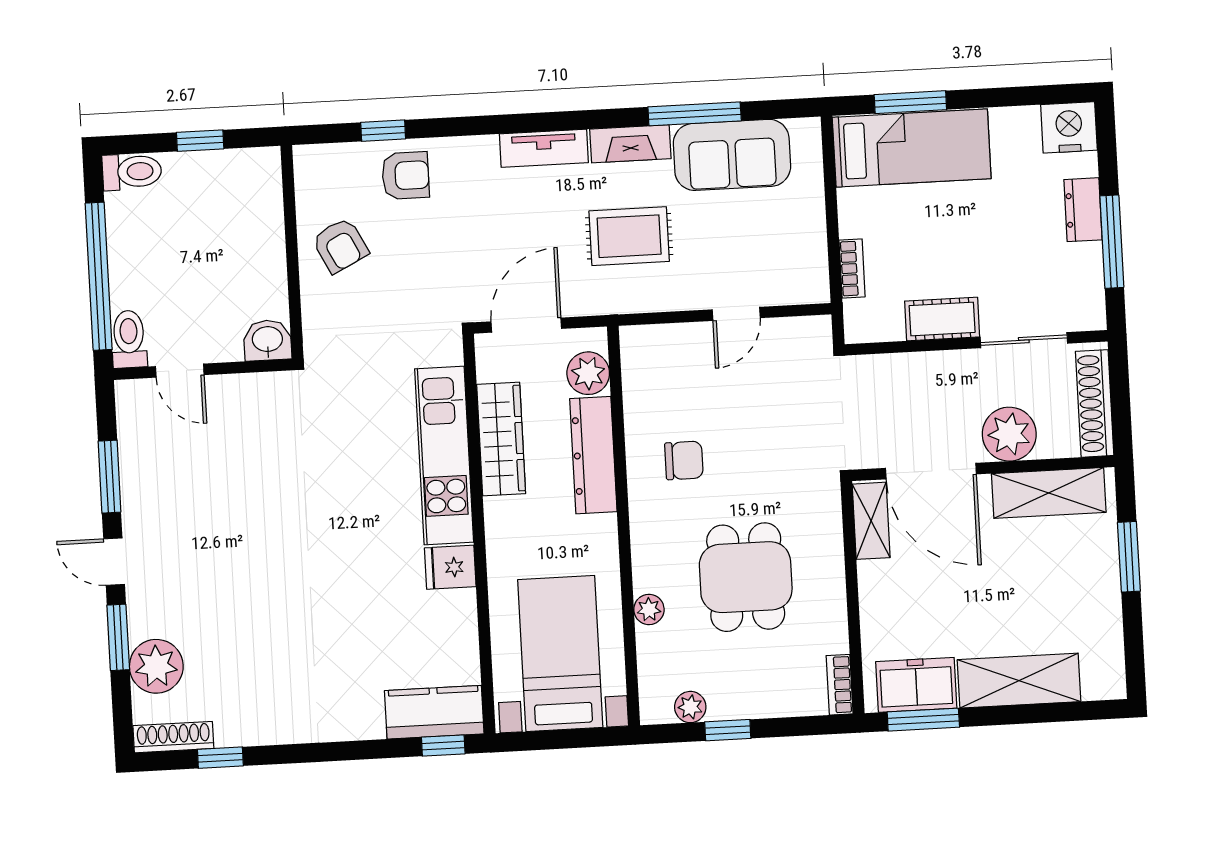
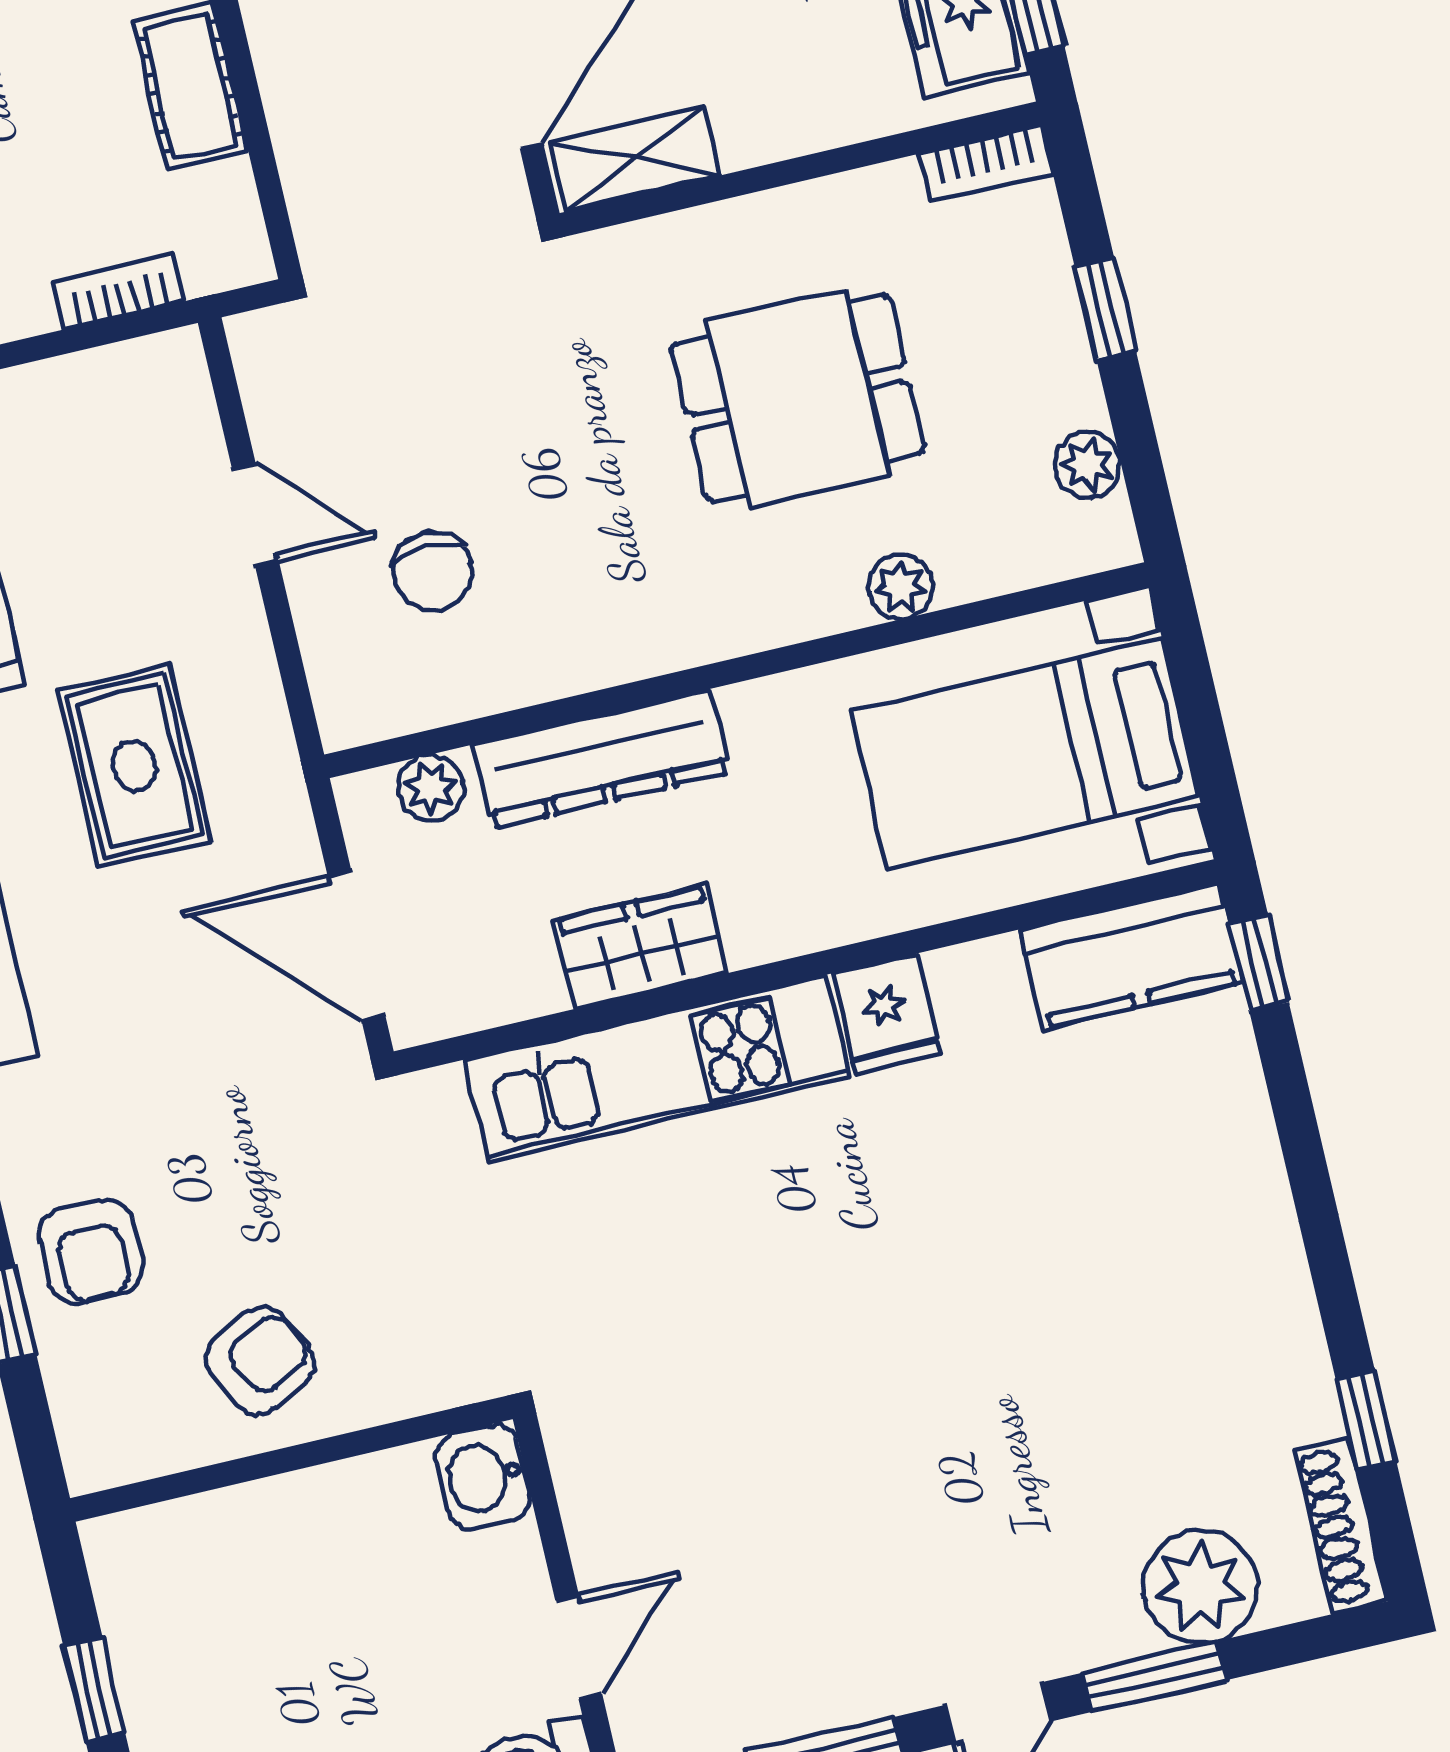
armchair: (405, 176) -> (91, 1252), turned 180
plant: (588, 373) -> (430, 788), width x0.73, depth x0.73
wardrobe: (501, 439) -> (640, 947), width x0.67
chair: (684, 460) -> (432, 571), moved, turned 180
kitchen counter: (434, 712) -> (1131, 956), moved, turned -90
window: (728, 730) -> (1105, 308), moved

